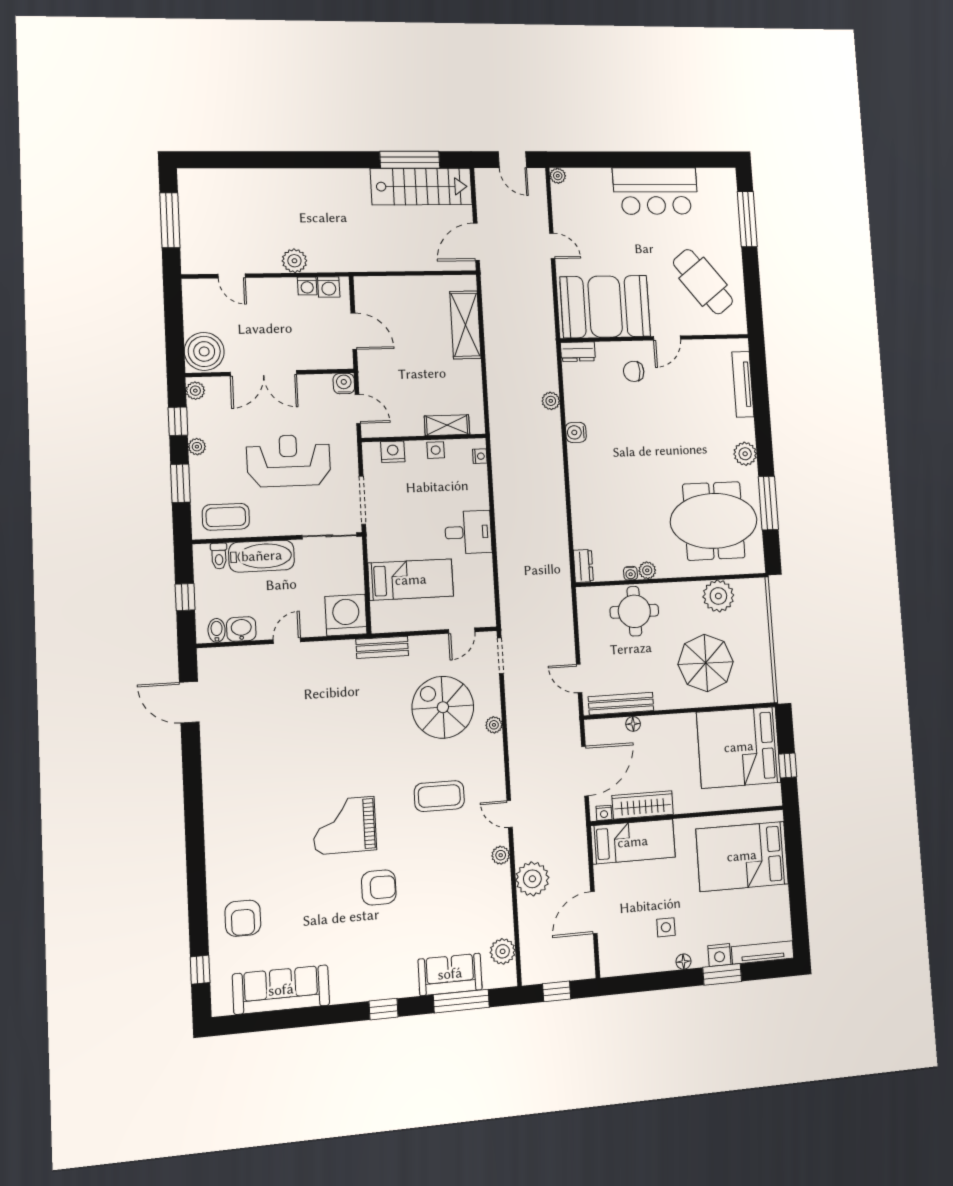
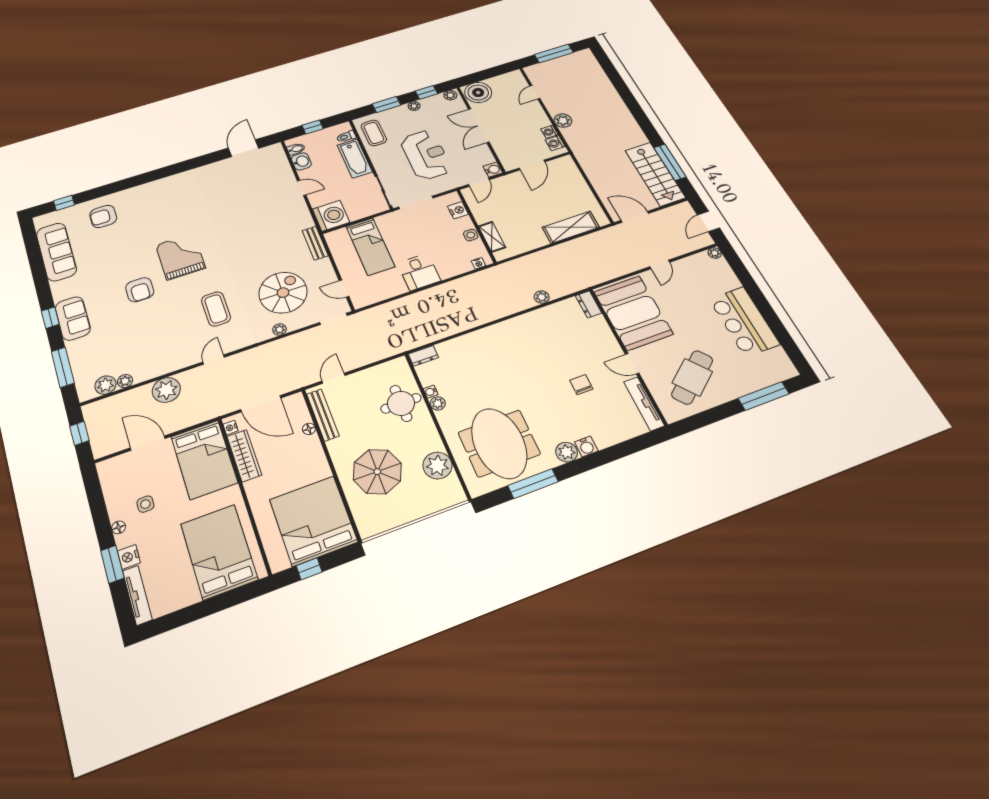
chair: (634, 371) -> (581, 385), moved
tv unit: (743, 384) -> (644, 404), moved, turned -90
water cooler: (576, 432) -> (586, 446), moved, turned 180
bed: (633, 842) -> (204, 460), width x1.50
plant: (501, 855) -> (125, 381), moved
sofa: (450, 974) -> (73, 318), moved

